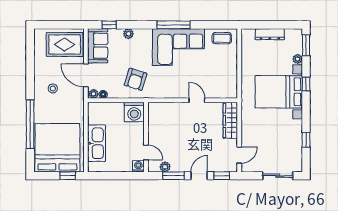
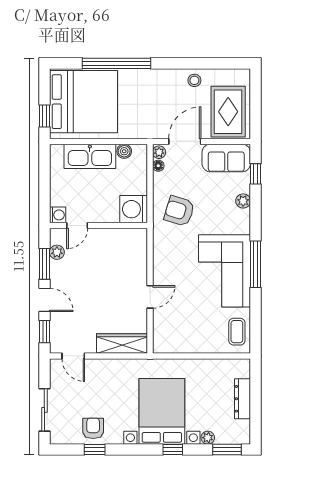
stool: (53, 88) -> (194, 80), moved
boiler: (93, 119) -> (124, 151), added
armchair: (291, 141) -> (93, 428), added

